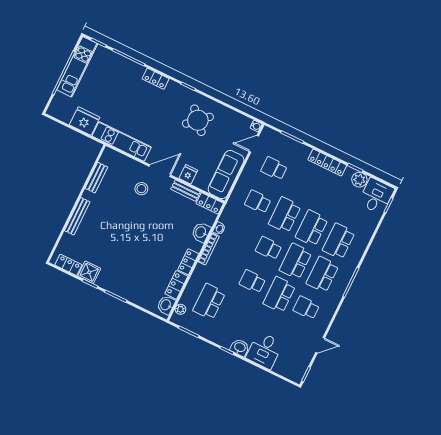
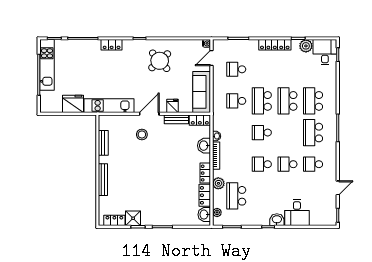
school desk: (295, 261) -> (287, 133), removed
plant: (197, 279) -> (218, 183), added
school desk: (279, 295) -> (287, 164), width x0.54

